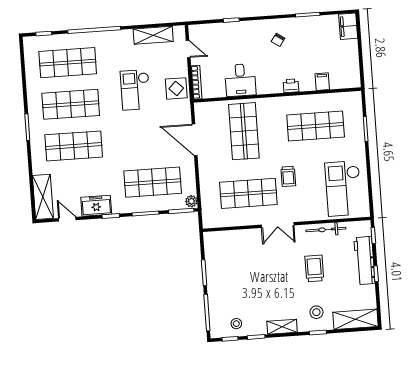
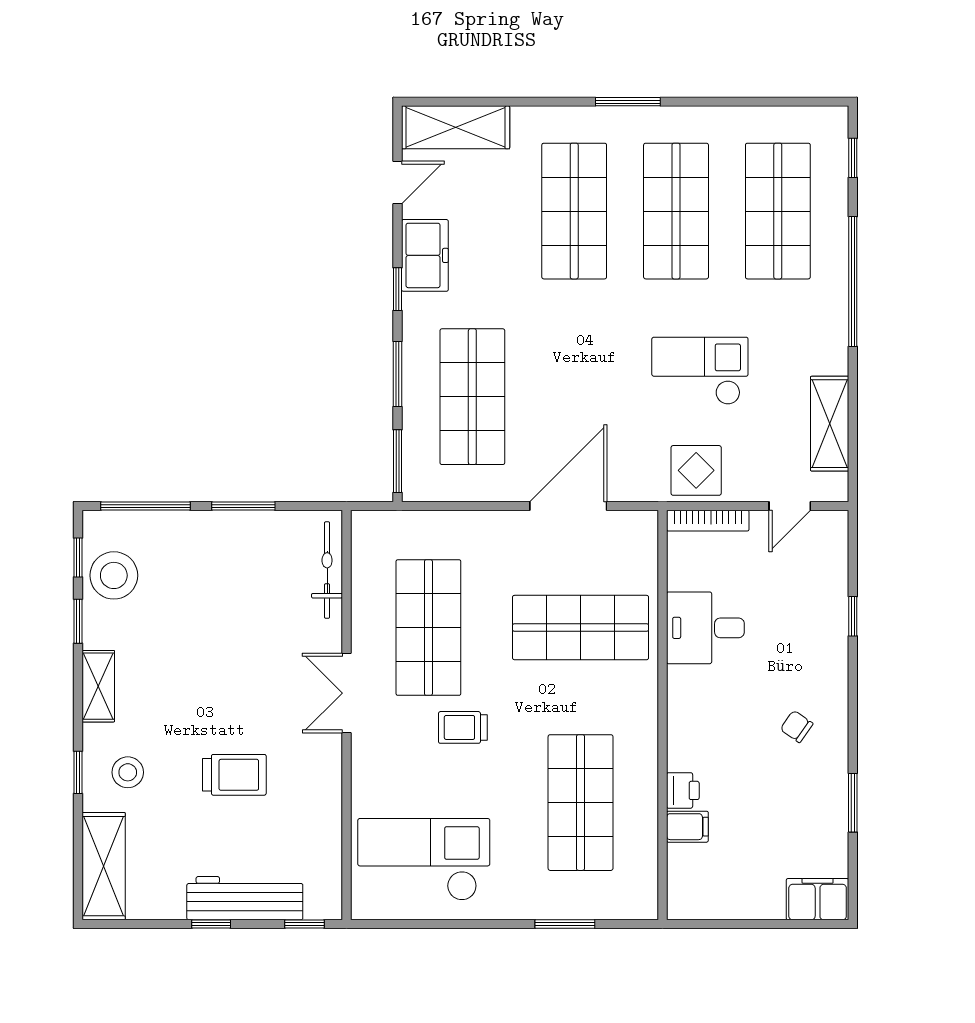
printer: (291, 86) -> (683, 790), moved
plant: (191, 201) -> (419, 487), removed
bicycle: (326, 230) -> (327, 570), moved
stool: (236, 324) -> (114, 575), width x1.89, depth x1.89

